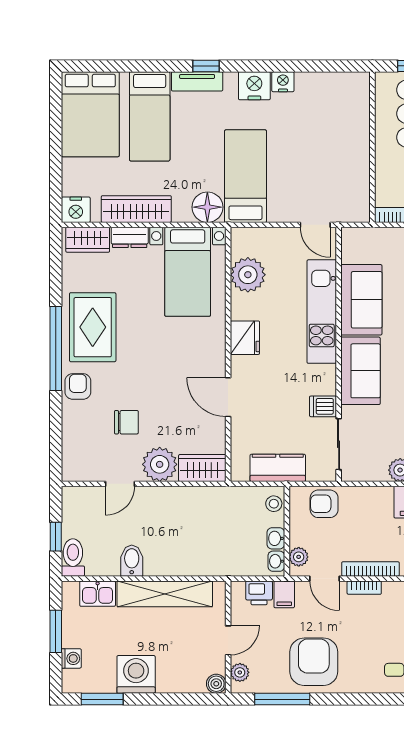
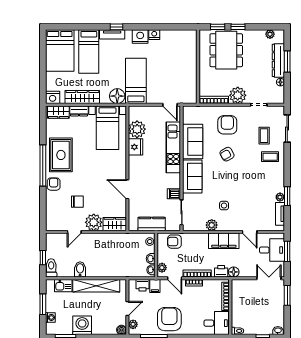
fridge: (245, 338) -> (136, 147), moved

